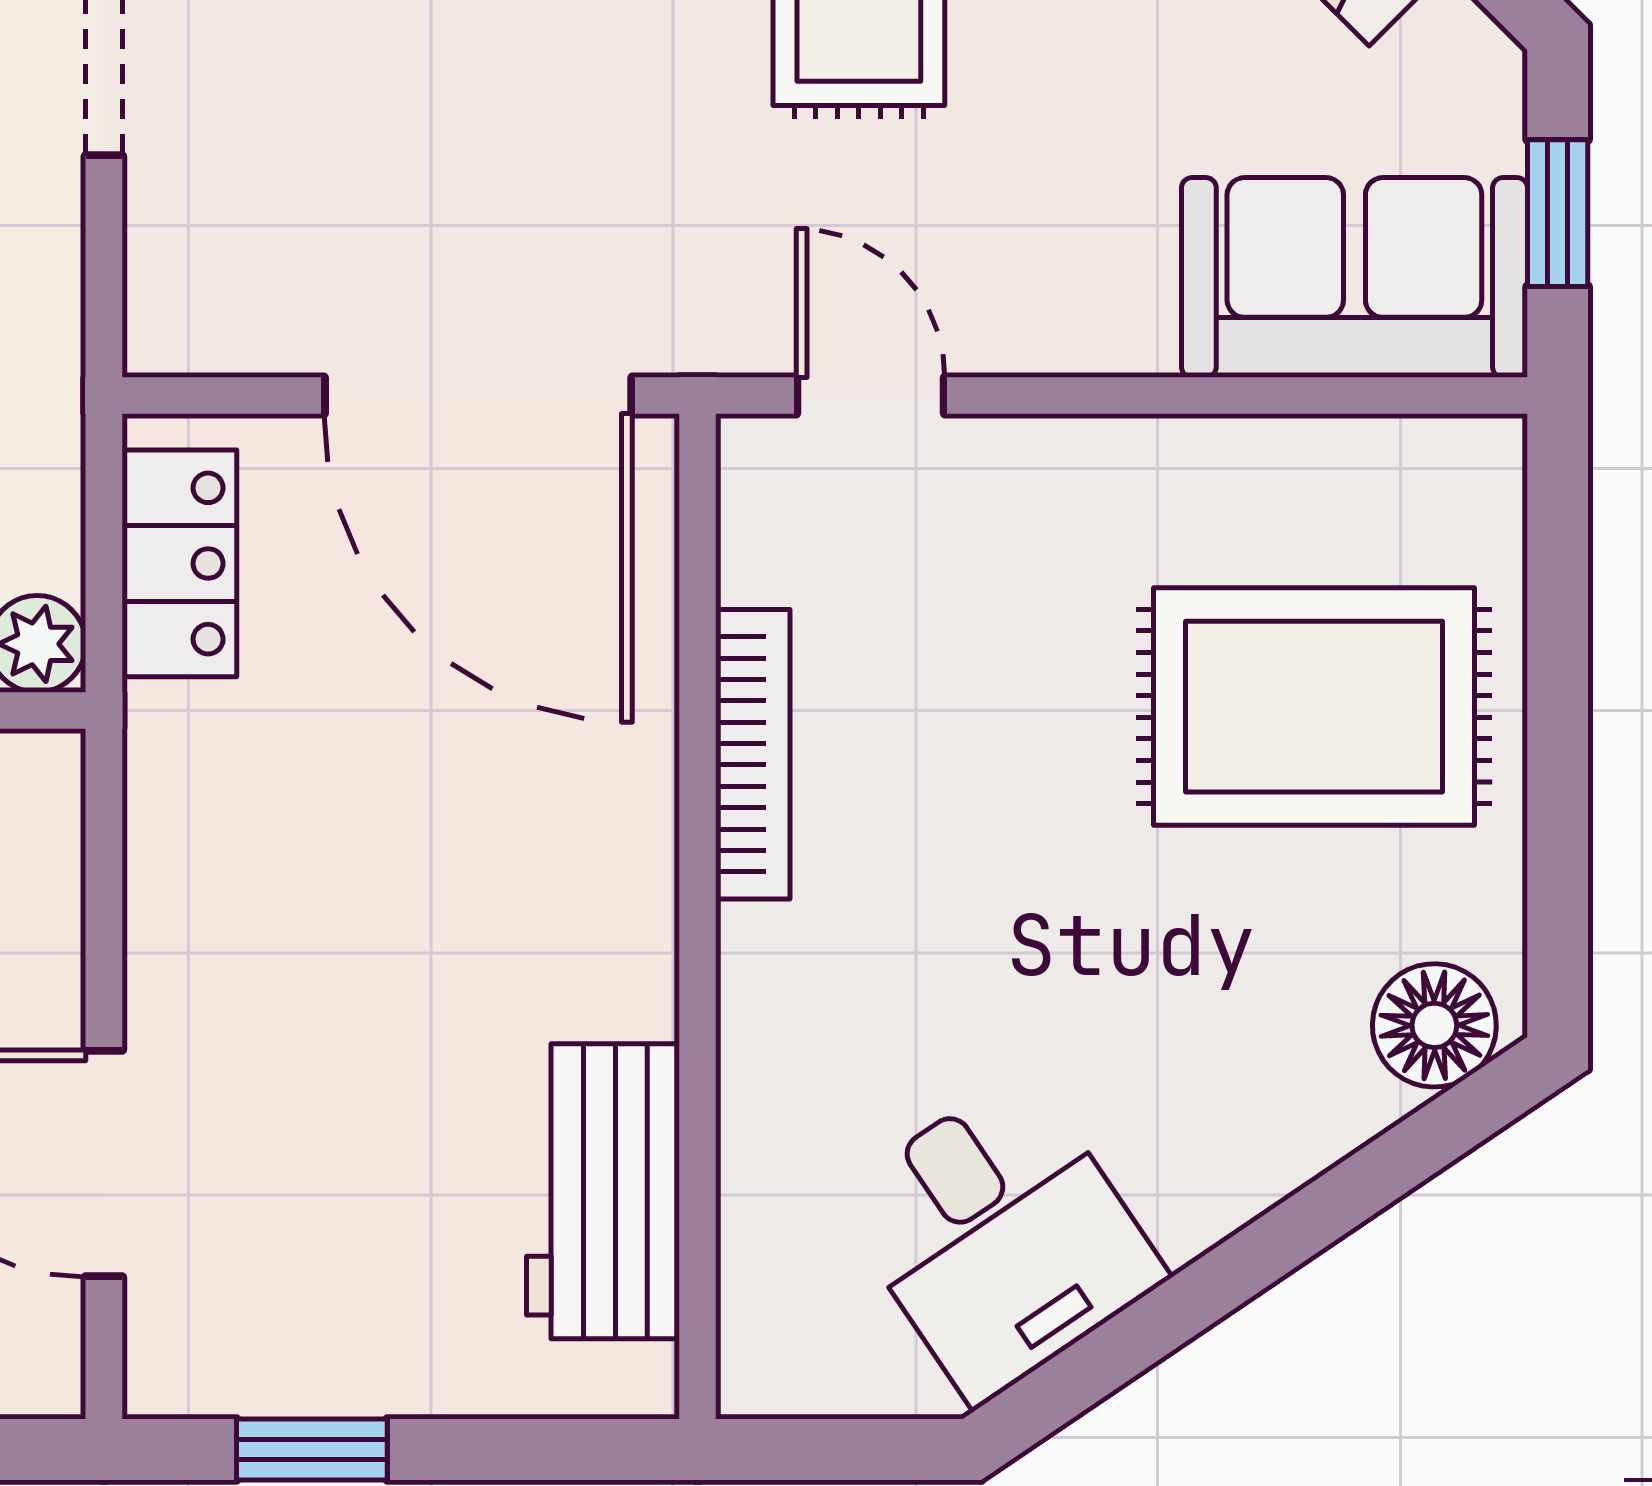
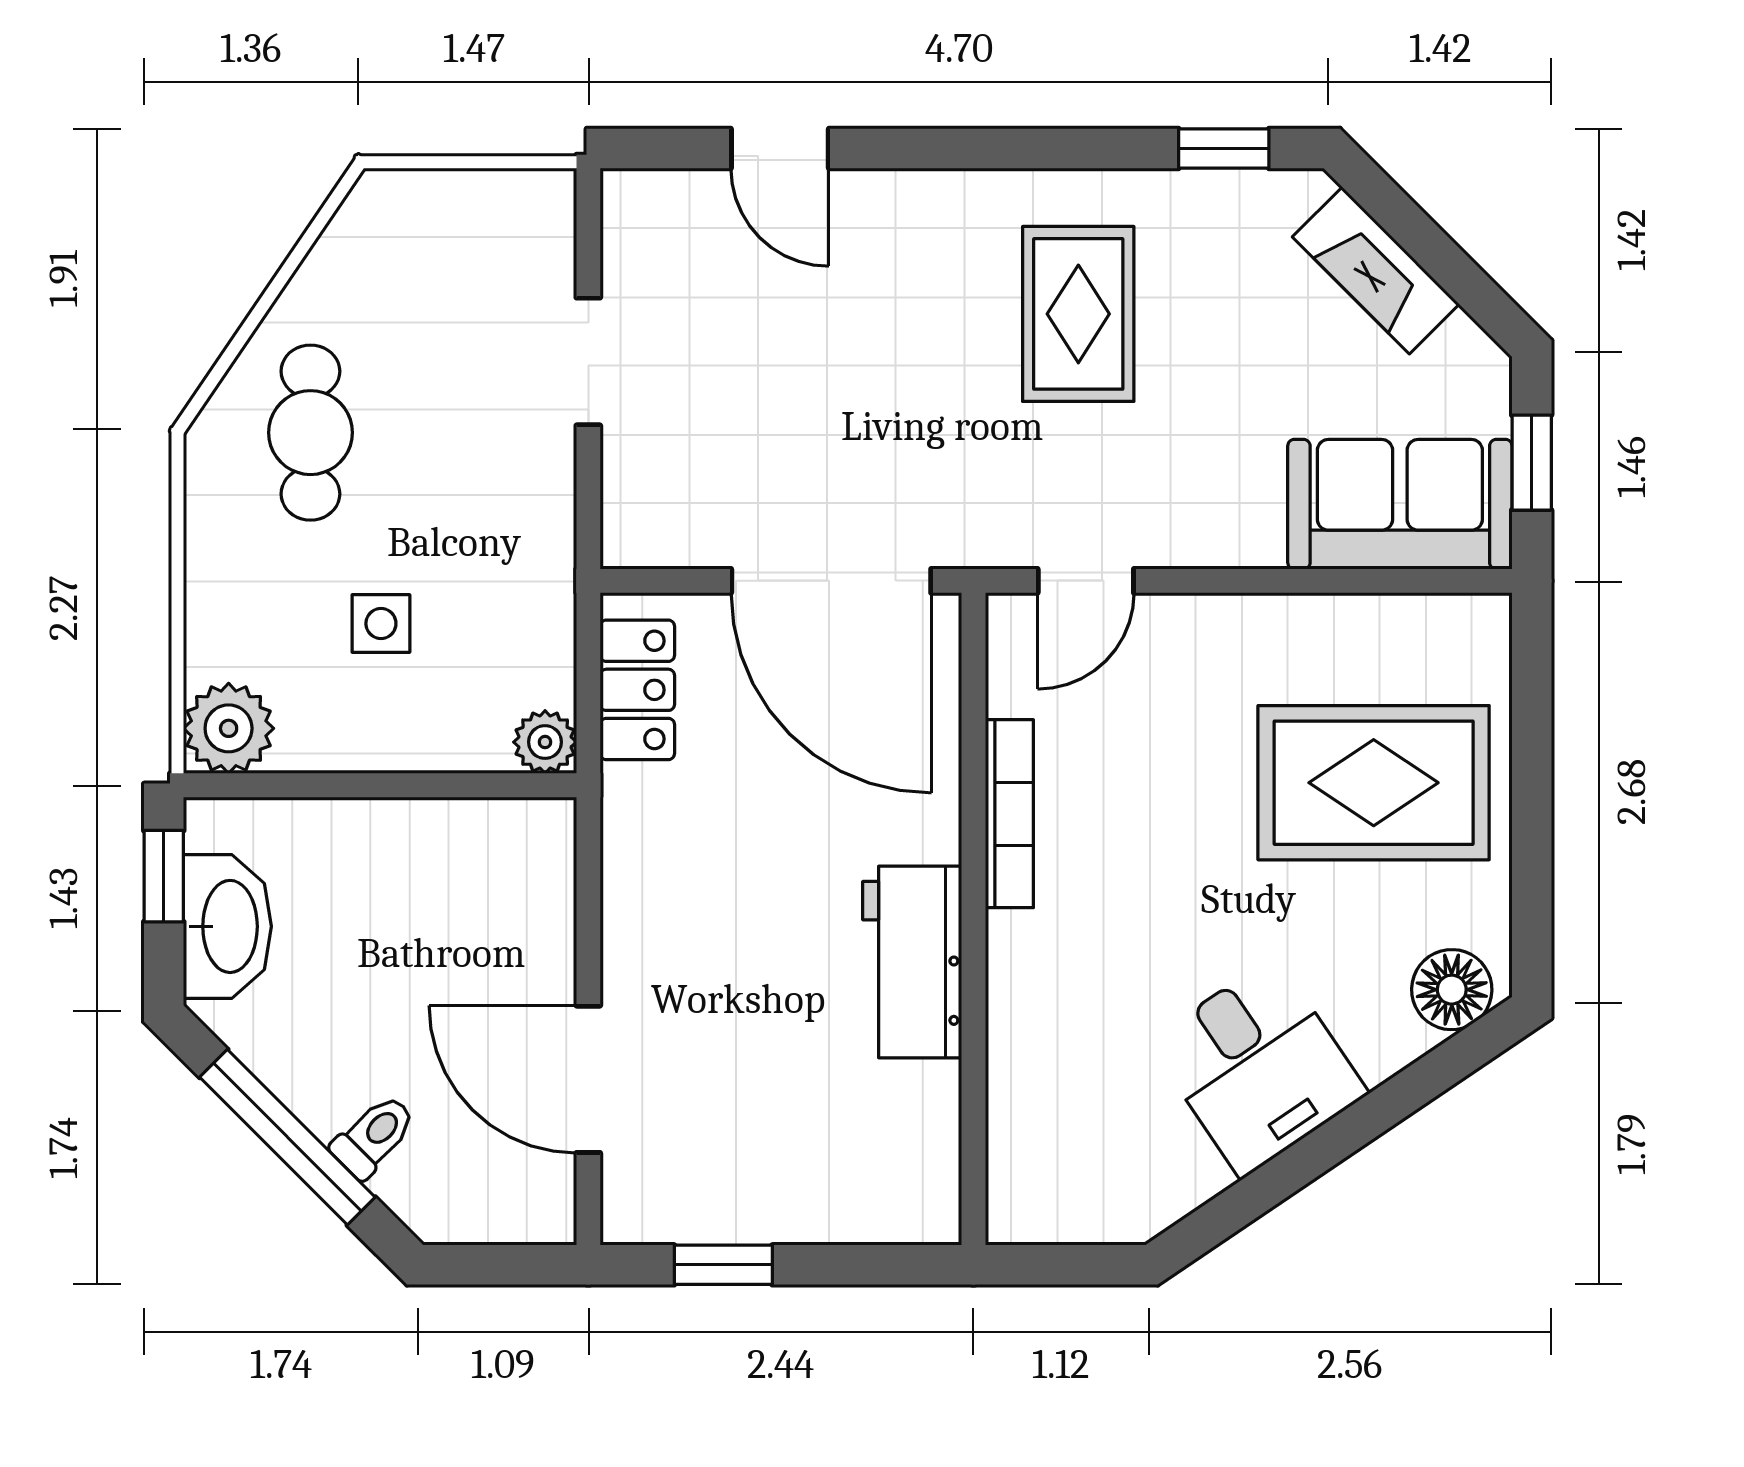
door: (871, 396) -> (1086, 581), swing flipped
workbench: (603, 1191) -> (912, 962), moved
desk: (1000, 1237) -> (1258, 1067), moved

